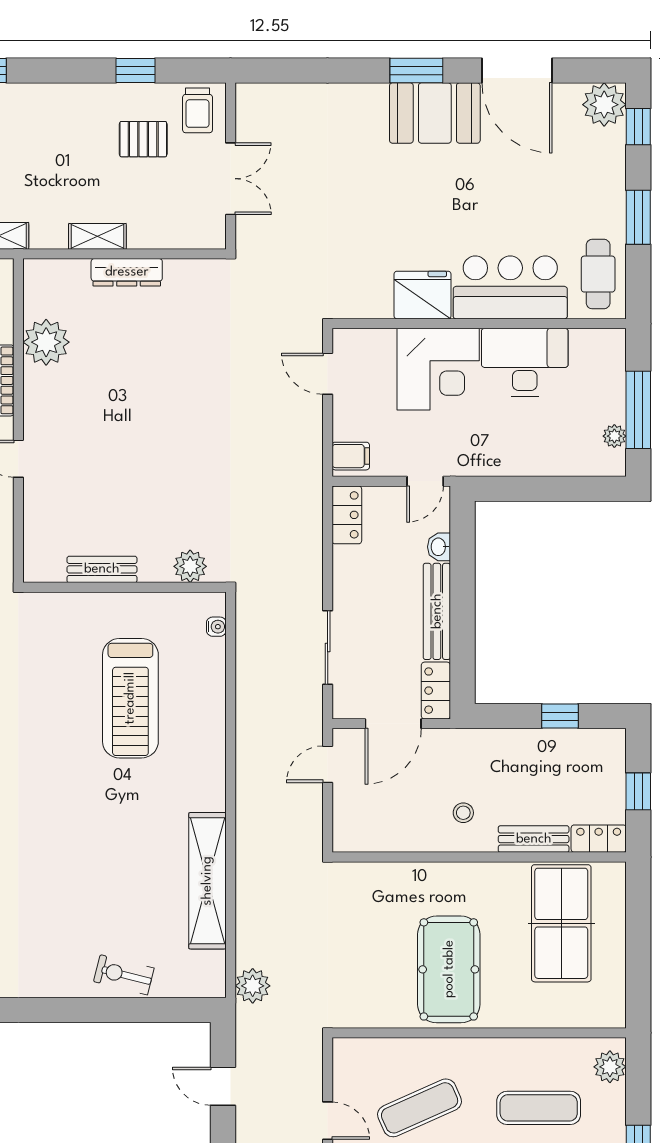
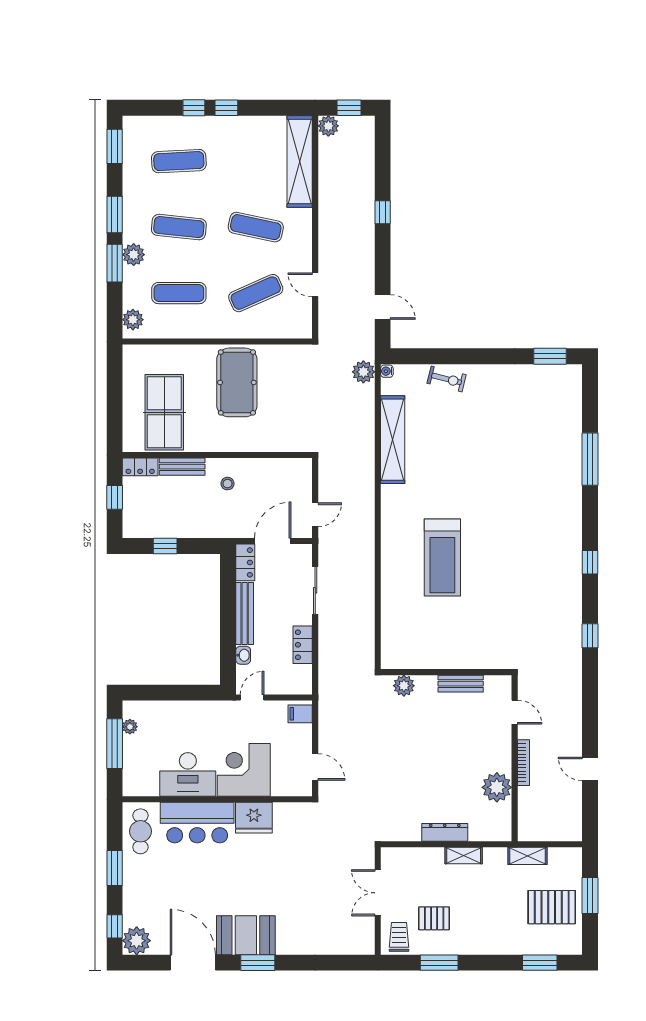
window: (136, 71) -> (439, 963), width x1.50
locker: (347, 515) -> (303, 645), moved
plant: (190, 566) -> (404, 686), moved
bench: (102, 569) -> (461, 684), moved
wall: (124, 587) -> (446, 672), moved
water cooler: (216, 627) -> (387, 371), moved
treadmill: (130, 698) -> (442, 557), turned 180

